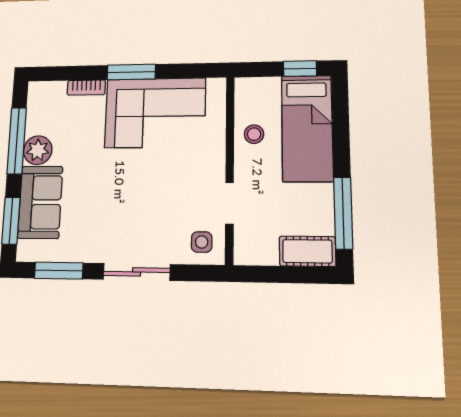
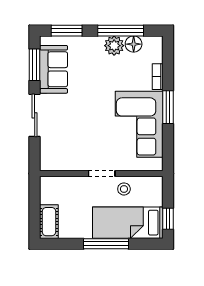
floor lamp: (37, 122) -> (134, 44), added
sofa: (40, 202) -> (54, 69), moved, turned -90
doorway: (230, 203) -> (102, 174), moved
window: (343, 213) -> (106, 244), moved
side table: (202, 242) -> (54, 156), removed

